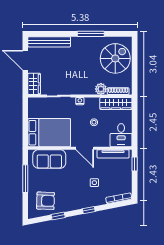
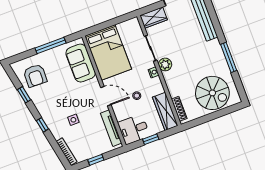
plant: (101, 89) -> (165, 64), moved
window: (135, 124) -> (151, 139), added
door: (85, 148) -> (106, 96), swing flipped
window: (135, 164) -> (96, 160), moved

